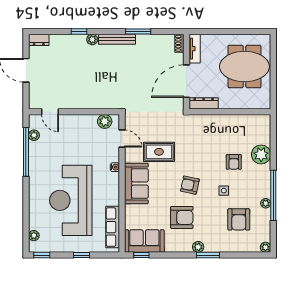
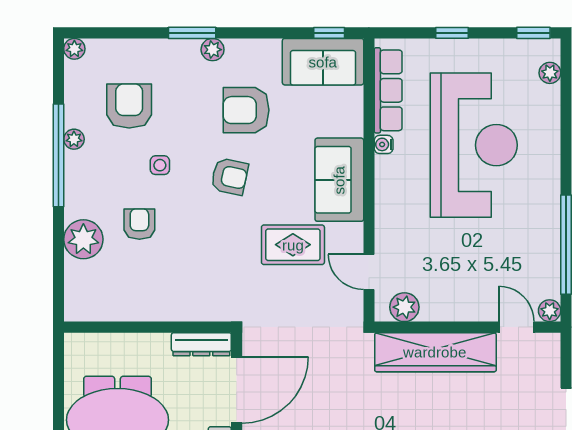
wardrobe: (90, 99) -> (435, 352), added
plant: (34, 135) -> (550, 311), moved
water cooler: (115, 167) -> (384, 144), moved

